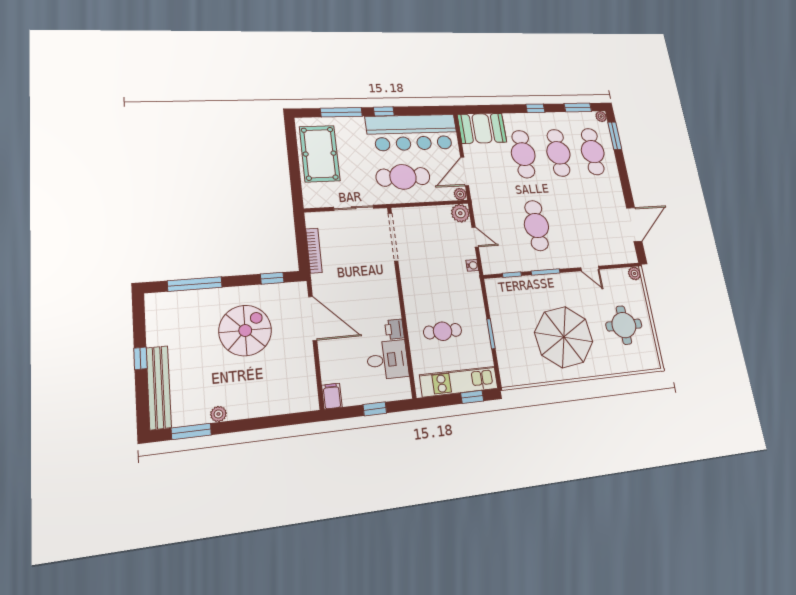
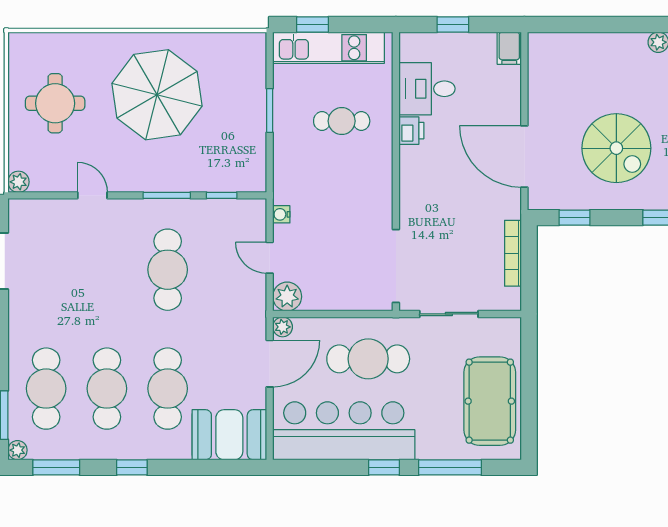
spiral stairs: (245, 330) -> (616, 148), turned -90

